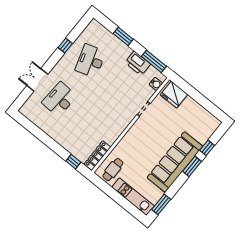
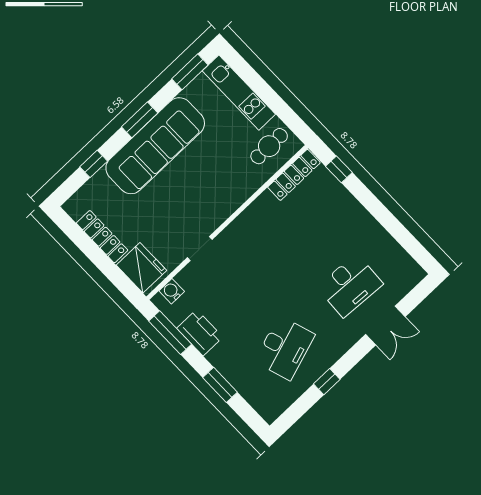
locker: (197, 109) -> (102, 237), added
window: (192, 166) -> (140, 120), moved

